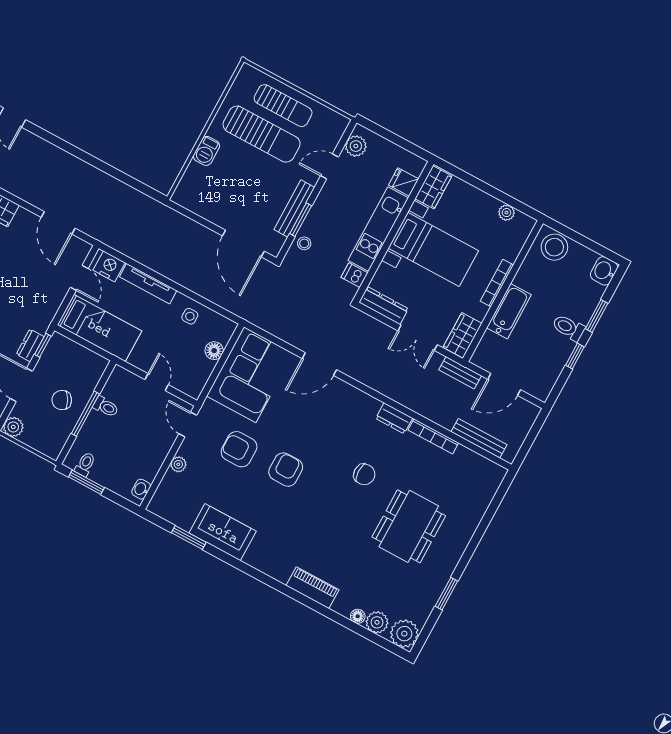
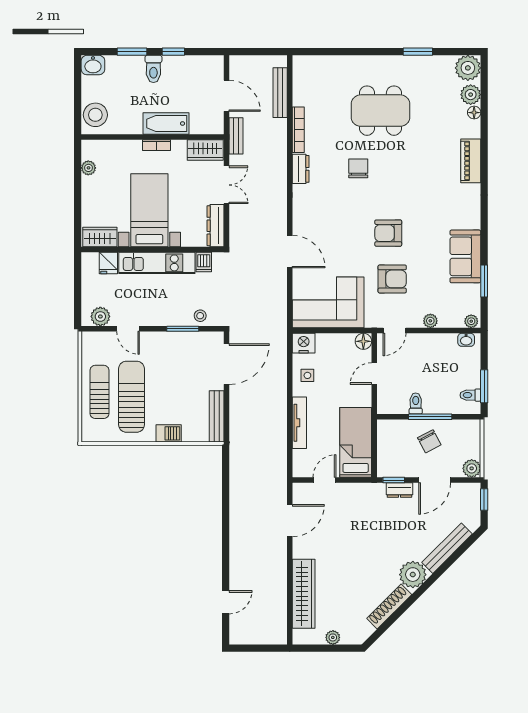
bench: (294, 208) -> (217, 416), moved, turned 90
nightstand: (109, 266) -> (304, 343), moved, turned 90
bookcase: (497, 283) -> (156, 145), width x0.64
floor lamp: (214, 351) -> (363, 341), moved
armchair: (239, 449) -> (392, 279), turned -90
plant: (157, 504) -> (471, 321), added

